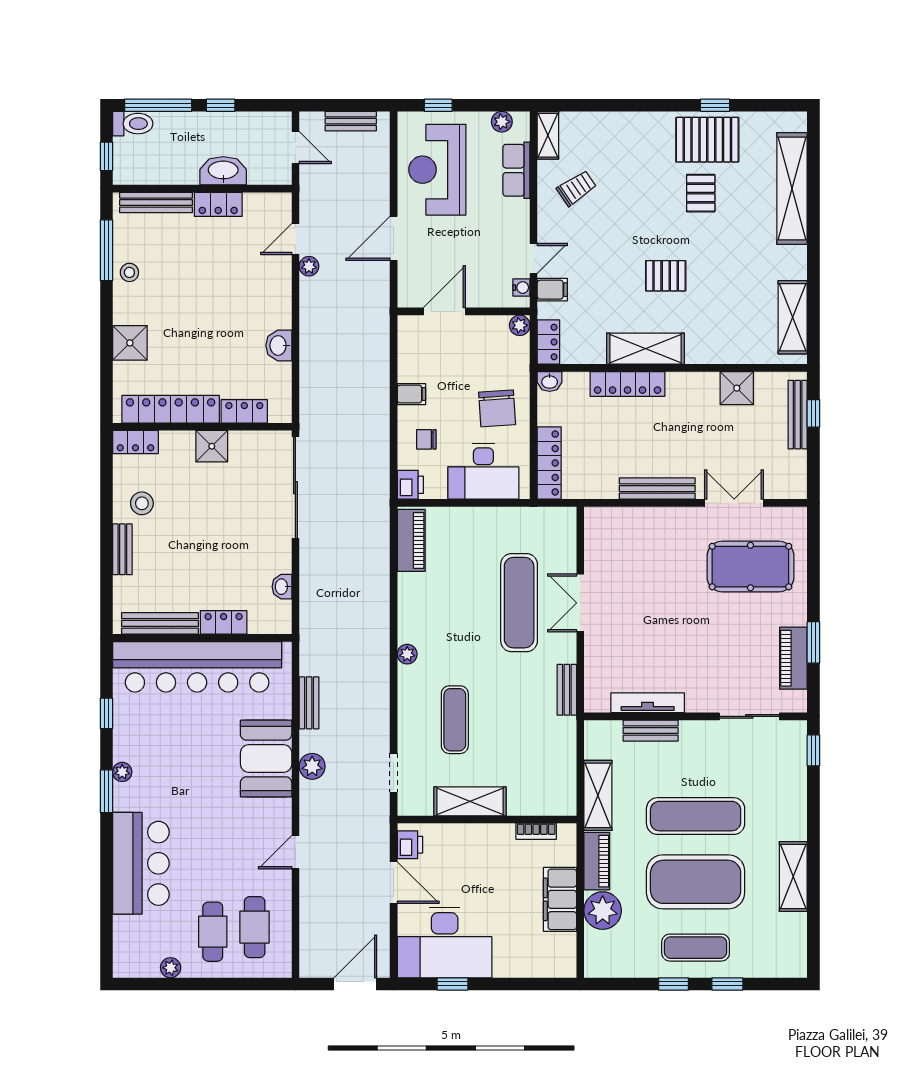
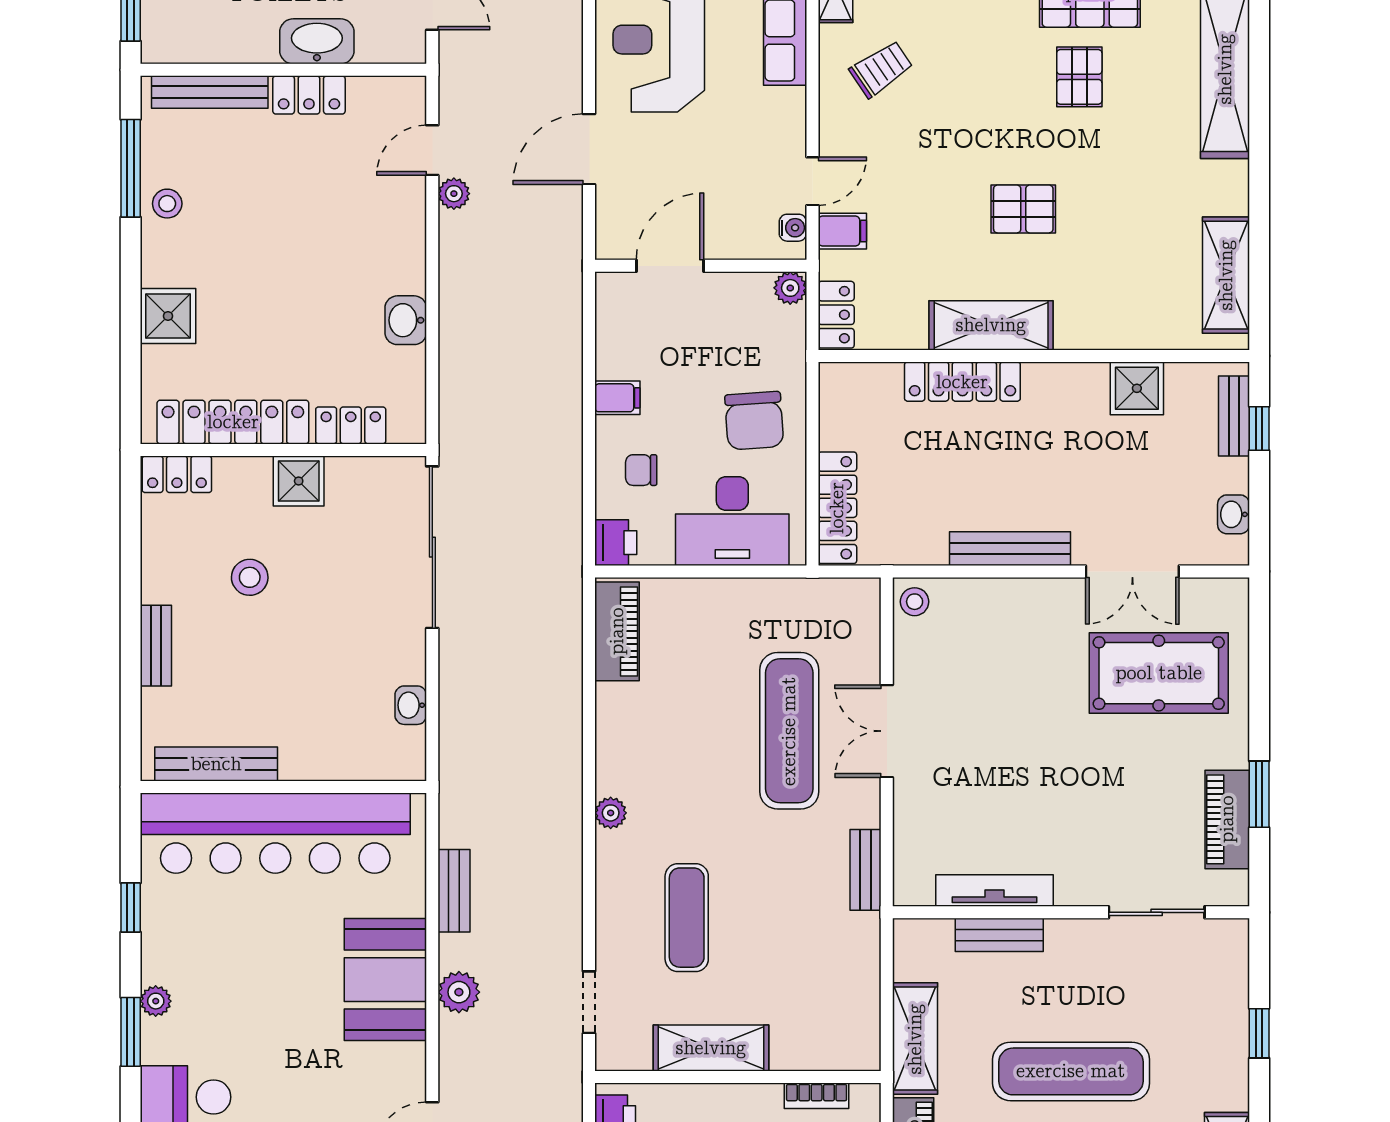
washbasin: (550, 381) -> (1233, 514), moved, turned 90
bench: (798, 415) -> (1234, 416), width x0.73
stool: (142, 503) -> (250, 577), moved
double door: (734, 503) -> (1132, 571), swing flipped
stool: (598, 522) -> (915, 602), added
locker: (224, 622) -> (318, 762), removed
window: (813, 750) -> (1259, 1033), moved

